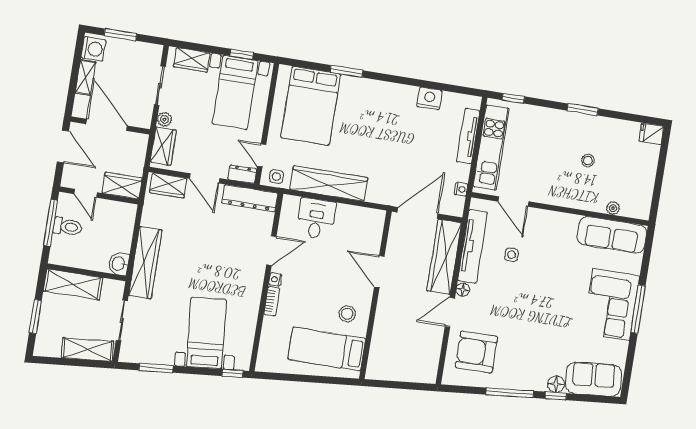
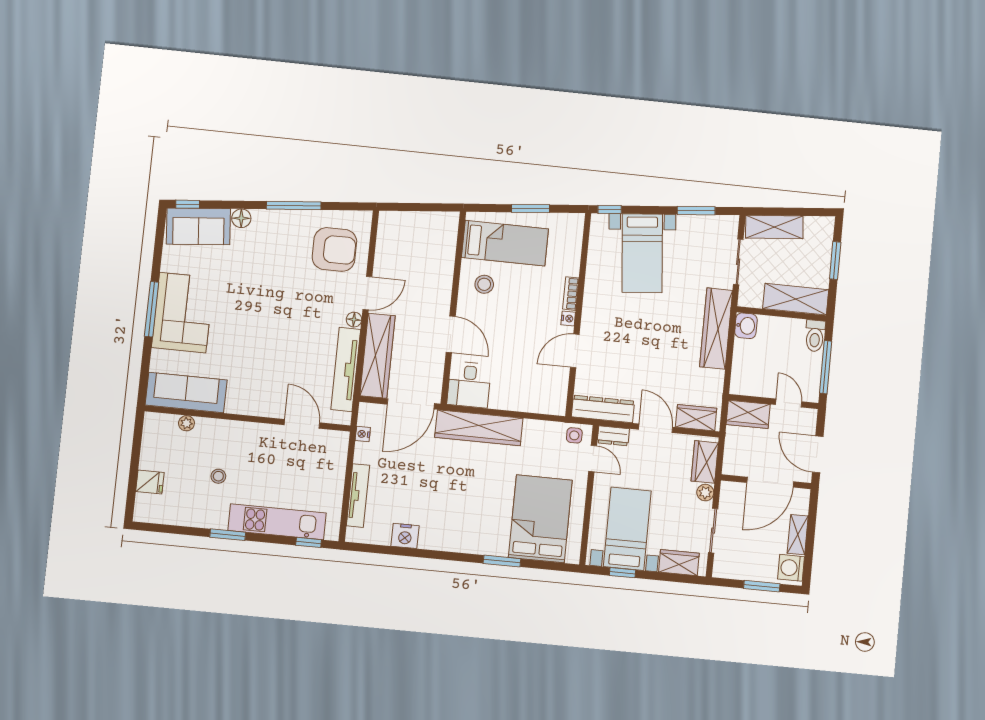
door: (107, 125) -> (770, 482), hinge flipped
fridge: (651, 134) -> (150, 482), moved
kitchen unit: (491, 147) -> (277, 522), moved, turned 90
wardrobe: (329, 183) -> (479, 428), moved
desk: (316, 219) -> (469, 385), moved
toilet: (67, 227) -> (815, 336), moved, turned -90
side table: (512, 255) -> (300, 363), removed
window: (302, 378) -> (530, 208), added
window: (556, 396) -> (188, 204), moved

